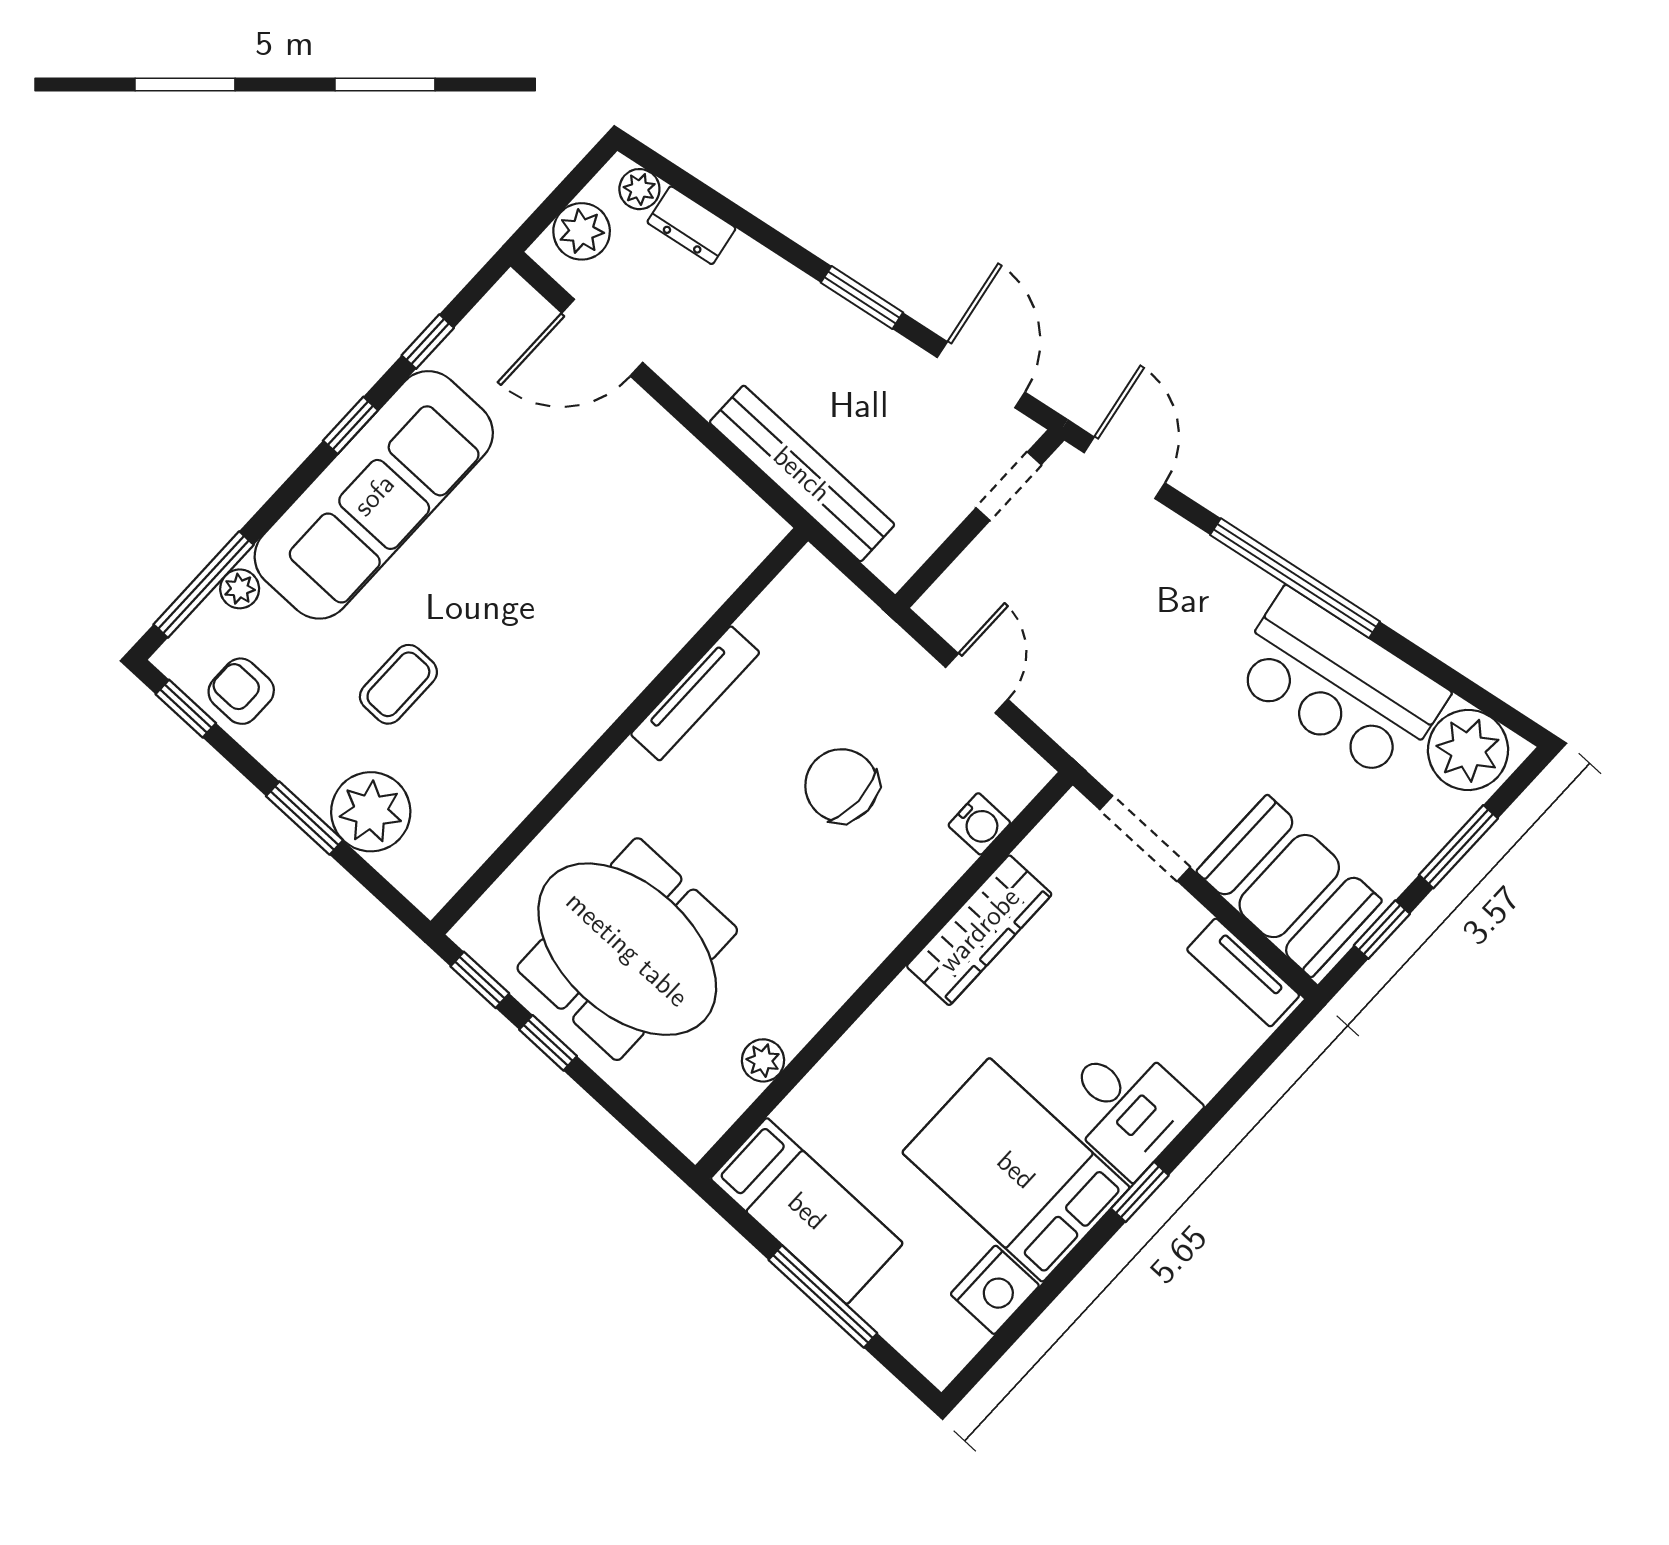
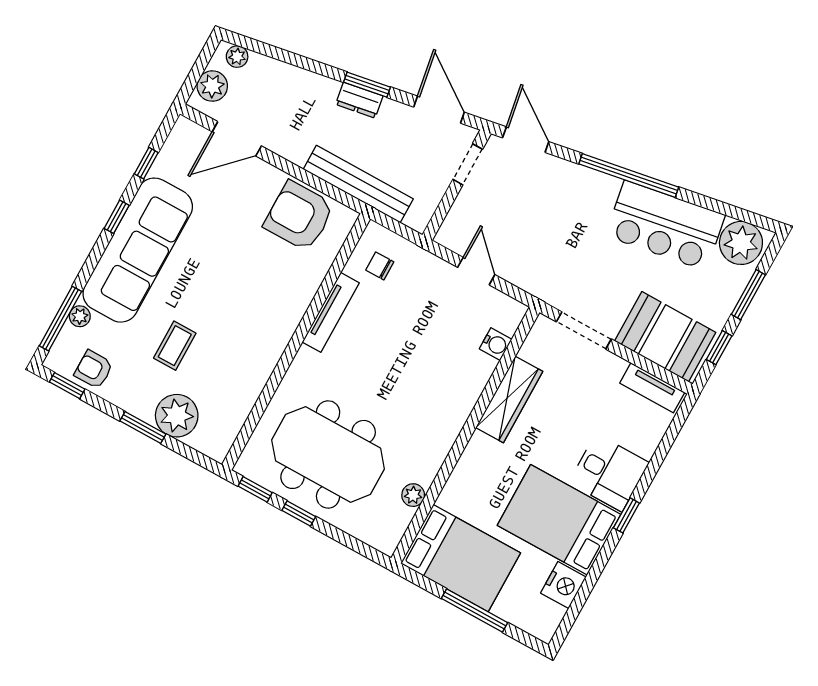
dresser: (691, 225) -> (359, 100), moved
armchair: (681, 505) -> (299, 216), added
chair: (841, 785) -> (380, 266), moved, width x0.54, depth x0.54
bed: (807, 1211) -> (461, 558), width x1.50

